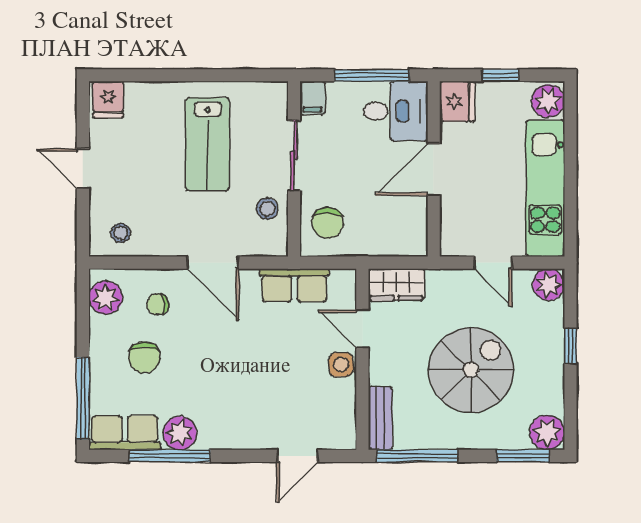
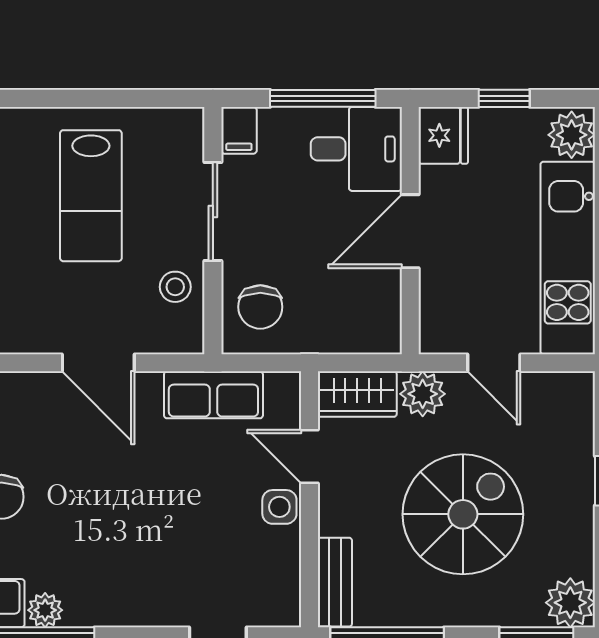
plant: (549, 284) -> (423, 394), moved
chair: (158, 304) -> (20, 422), removed
plant: (180, 433) -> (45, 610), width x0.73, depth x0.73

